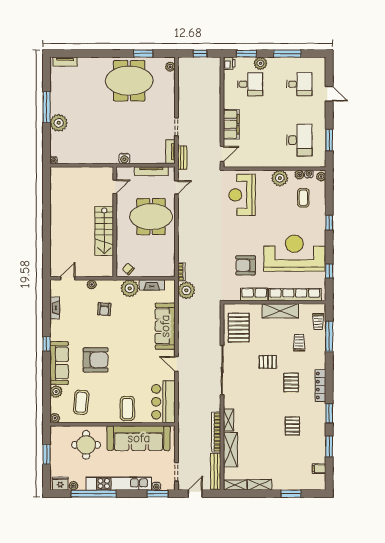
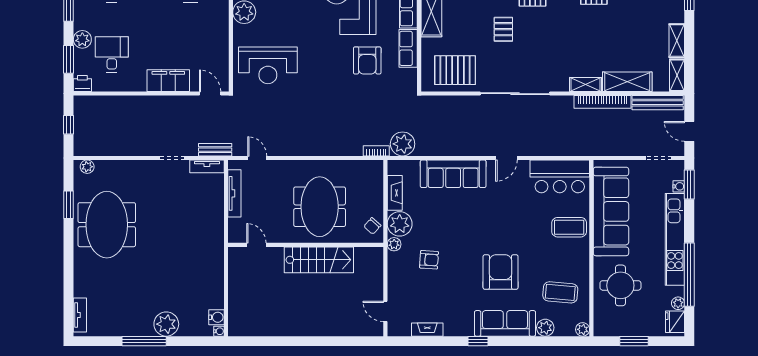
water cooler: (124, 158) -> (217, 317), moved
meeting table: (151, 217) -> (320, 207), moved
plant: (92, 284) -> (394, 244), moved

